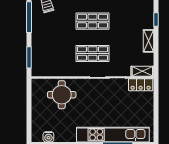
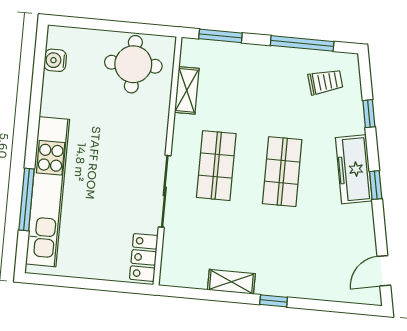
shelving: (142, 71) -> (187, 90), moved
round table: (62, 95) -> (133, 64), moved

